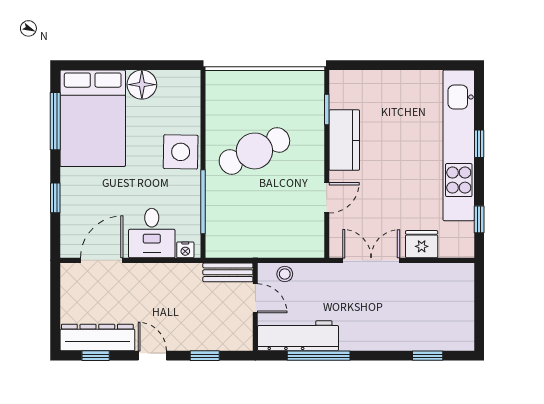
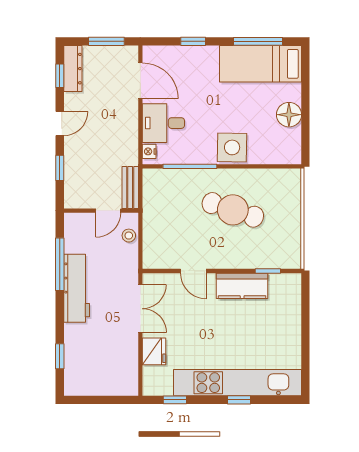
bed: (93, 118) -> (261, 64), width x0.67
cafe table: (254, 151) -> (233, 210), turned -47
window: (55, 300) -> (106, 41), added
workbench: (298, 336) -> (77, 288), moved
dresser: (97, 338) -> (73, 69), width x0.73, depth x0.80

